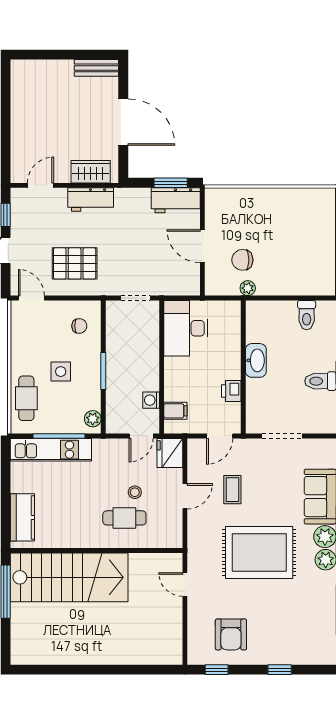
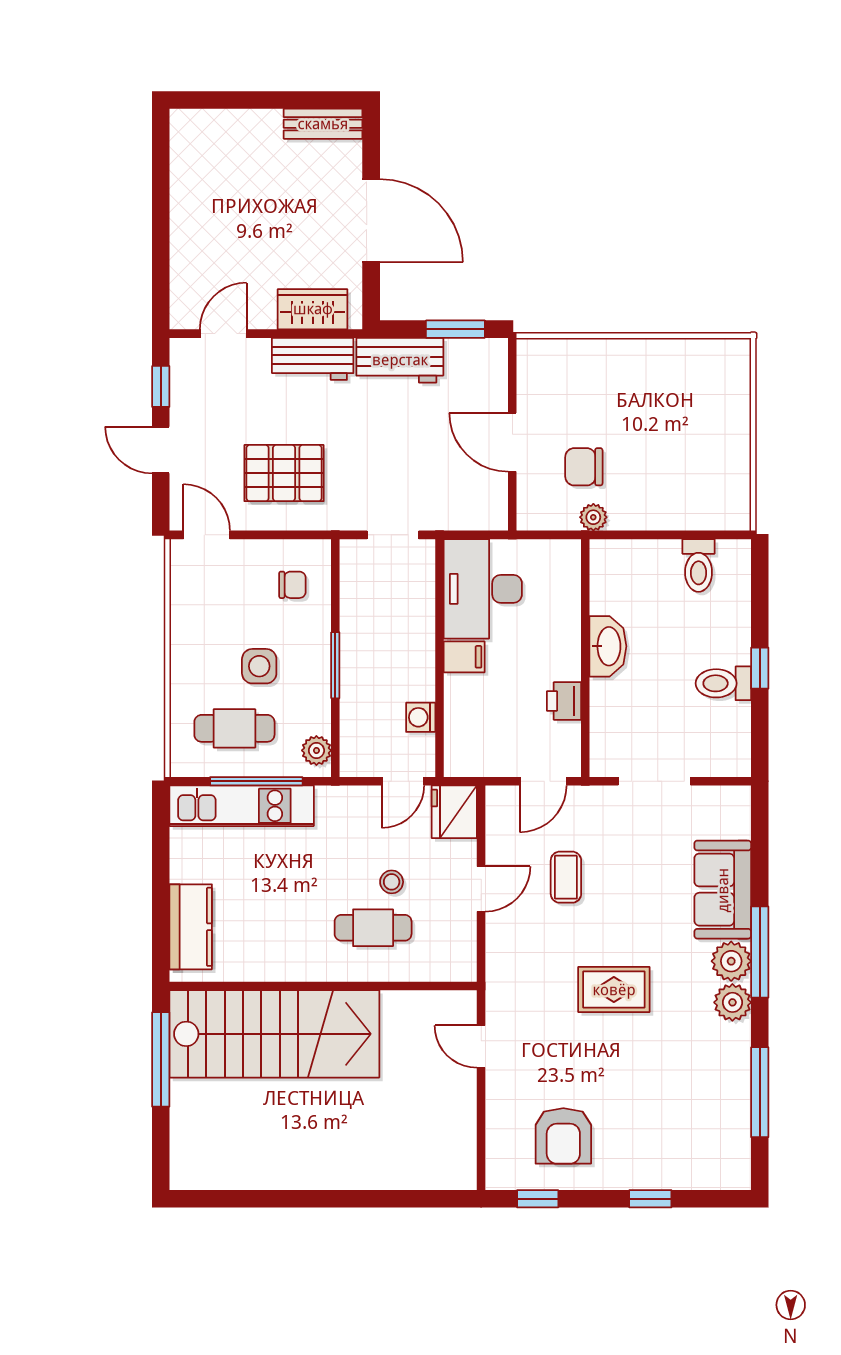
workbench: (176, 200) -> (400, 360), moved
cafe table: (26, 398) -> (234, 728), moved, turned 90
filing cabinet: (175, 411) -> (464, 657), moved
rug: (259, 553) -> (614, 990), width x0.54, depth x0.49

